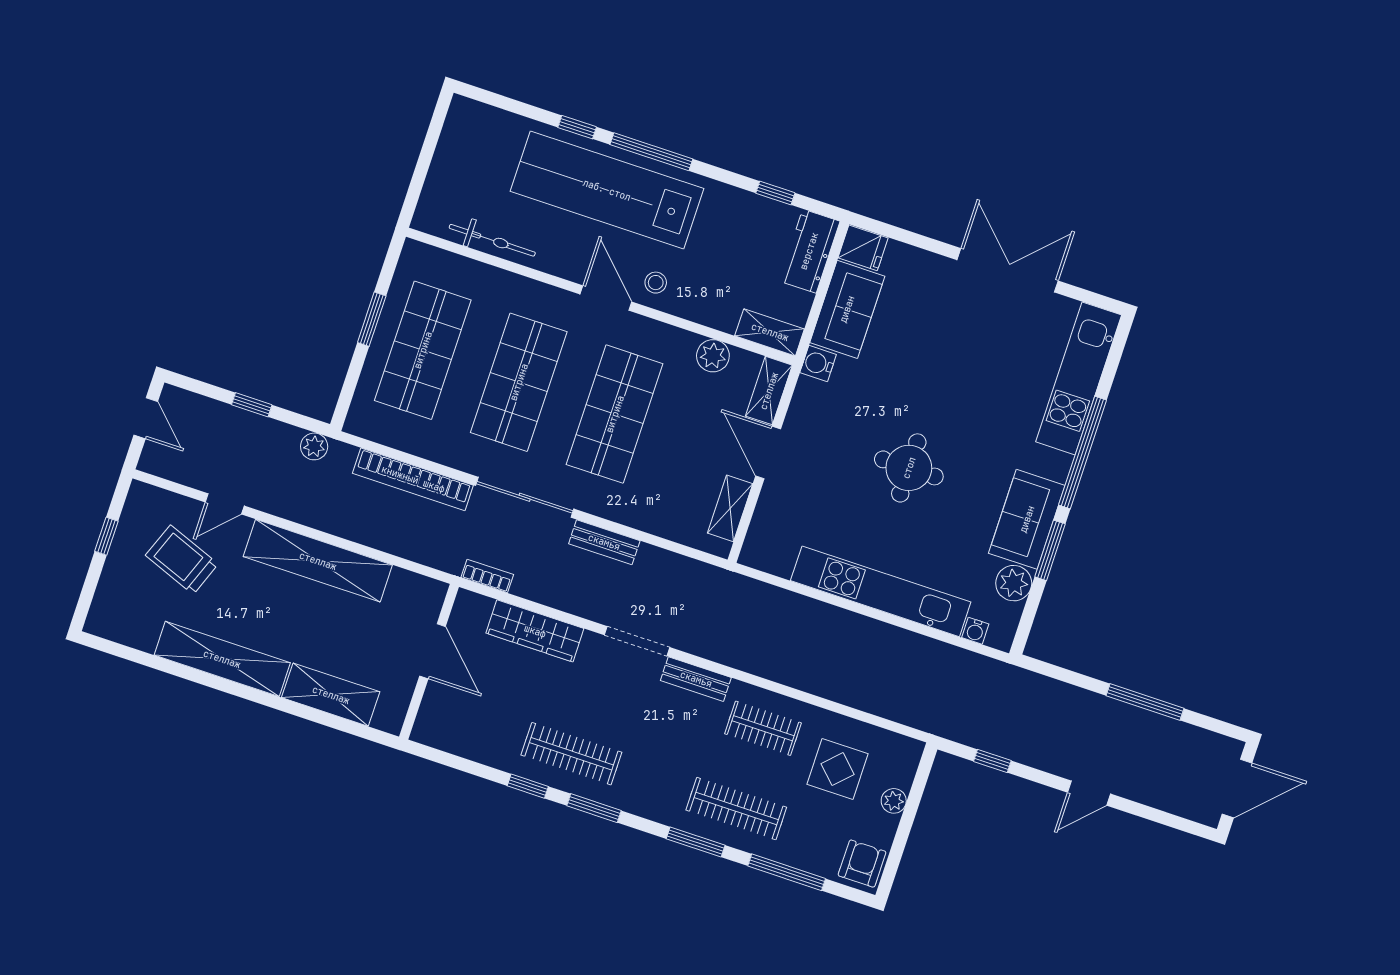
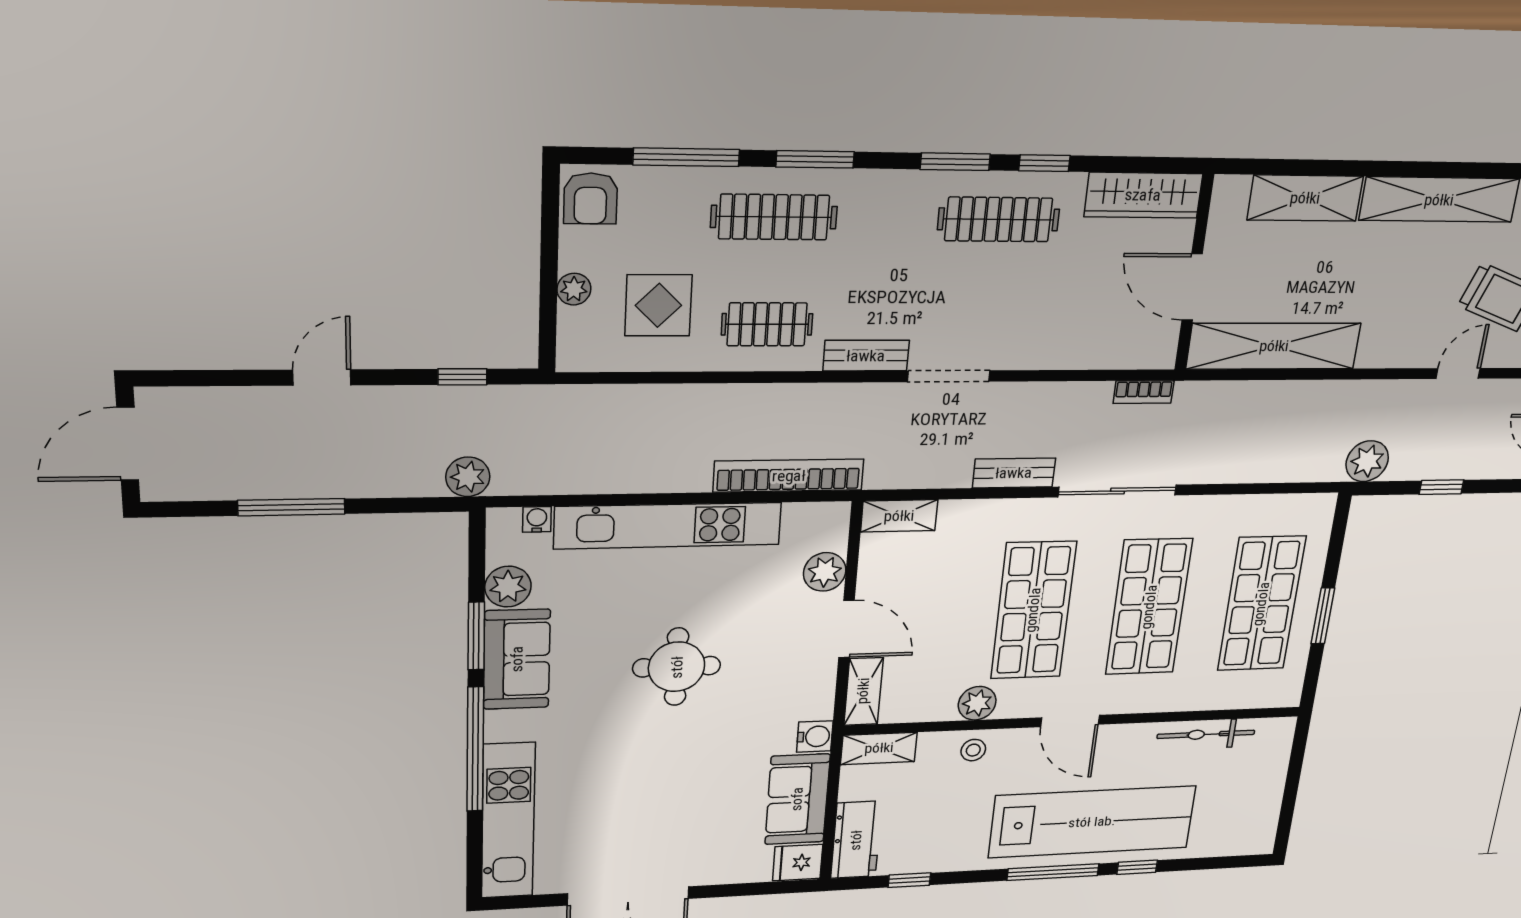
stool: (656, 283) -> (973, 750), moved
plant: (713, 356) -> (977, 703), moved
plant: (314, 446) -> (1367, 461), width x1.38, depth x1.38
bookcase: (413, 479) -> (789, 476), moved
shelving: (730, 508) -> (899, 516), moved, turned 90
plant: (773, 509) -> (825, 572), added
shelving: (318, 561) -> (1274, 346), moved
wardrobe: (535, 631) -> (1143, 195), moved, turned 180
plant: (1014, 682) -> (468, 477), added

